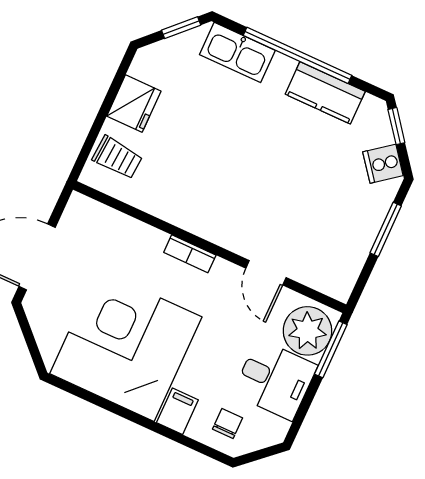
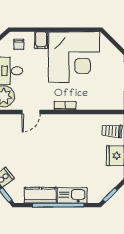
kitchen sink: (237, 52) -> (72, 195), moved
door: (266, 273) -> (31, 112), swing flipped

